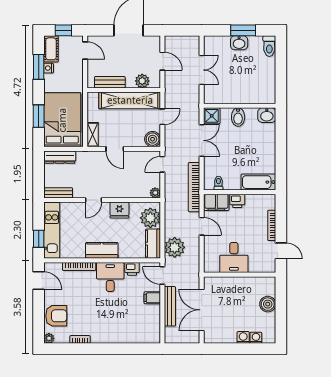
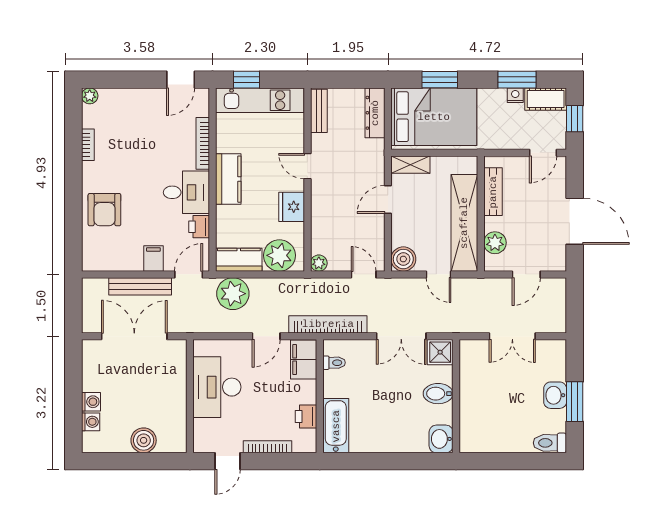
printer: (237, 201) -> (306, 416), moved
desk: (234, 258) -> (217, 387), width x1.37
armchair: (56, 316) -> (104, 210), moved

